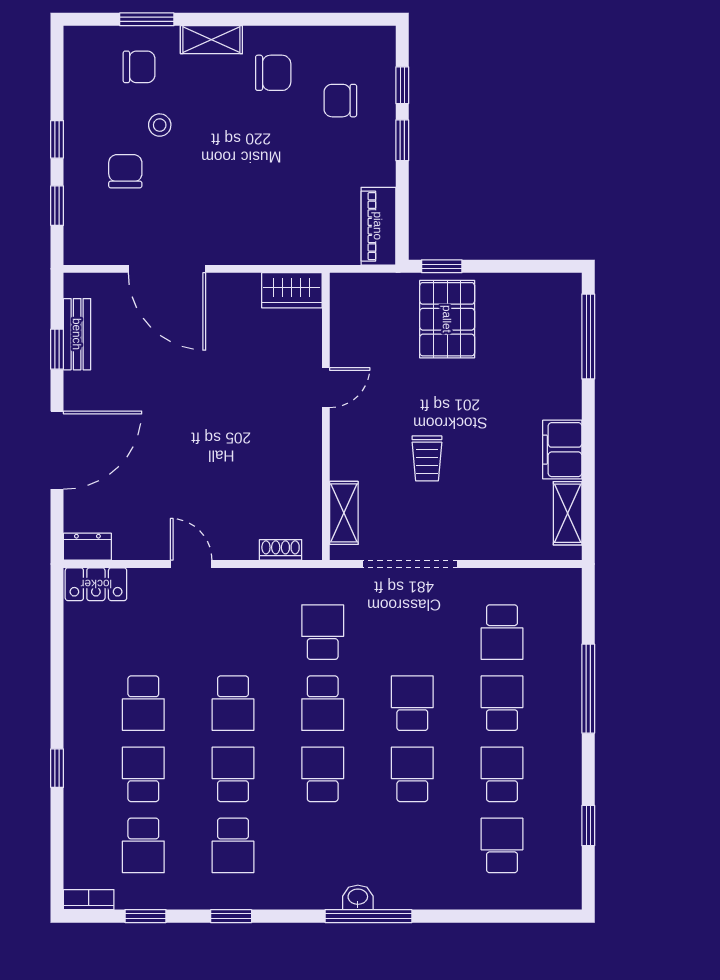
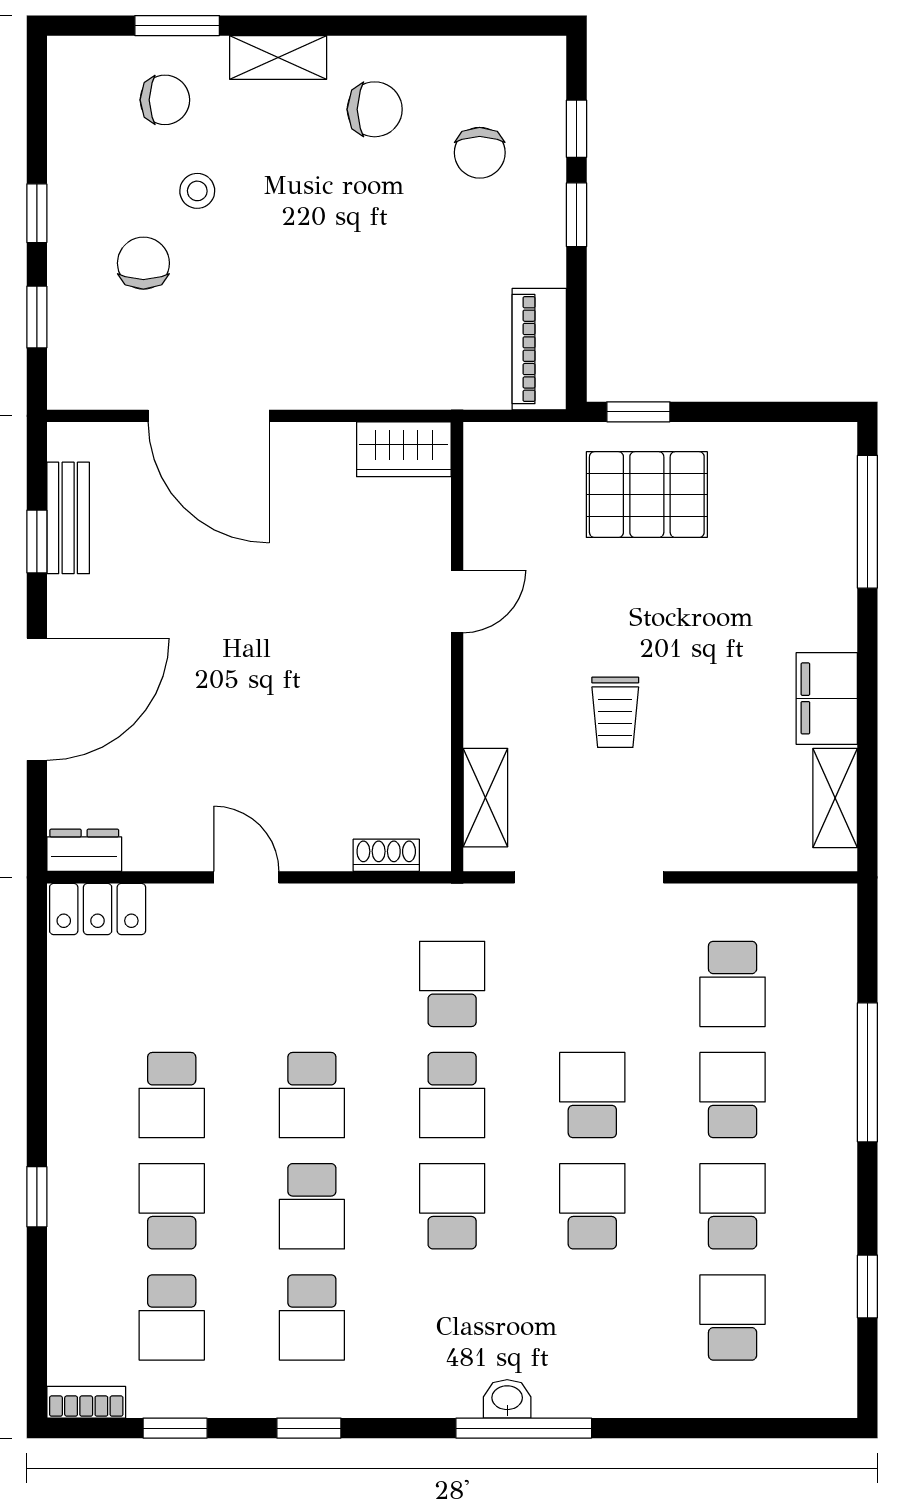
chair: (340, 101) -> (480, 153), turned -90
pallet: (447, 319) -> (647, 495), turned 90
school desk: (233, 774) -> (312, 1206), turned 180

